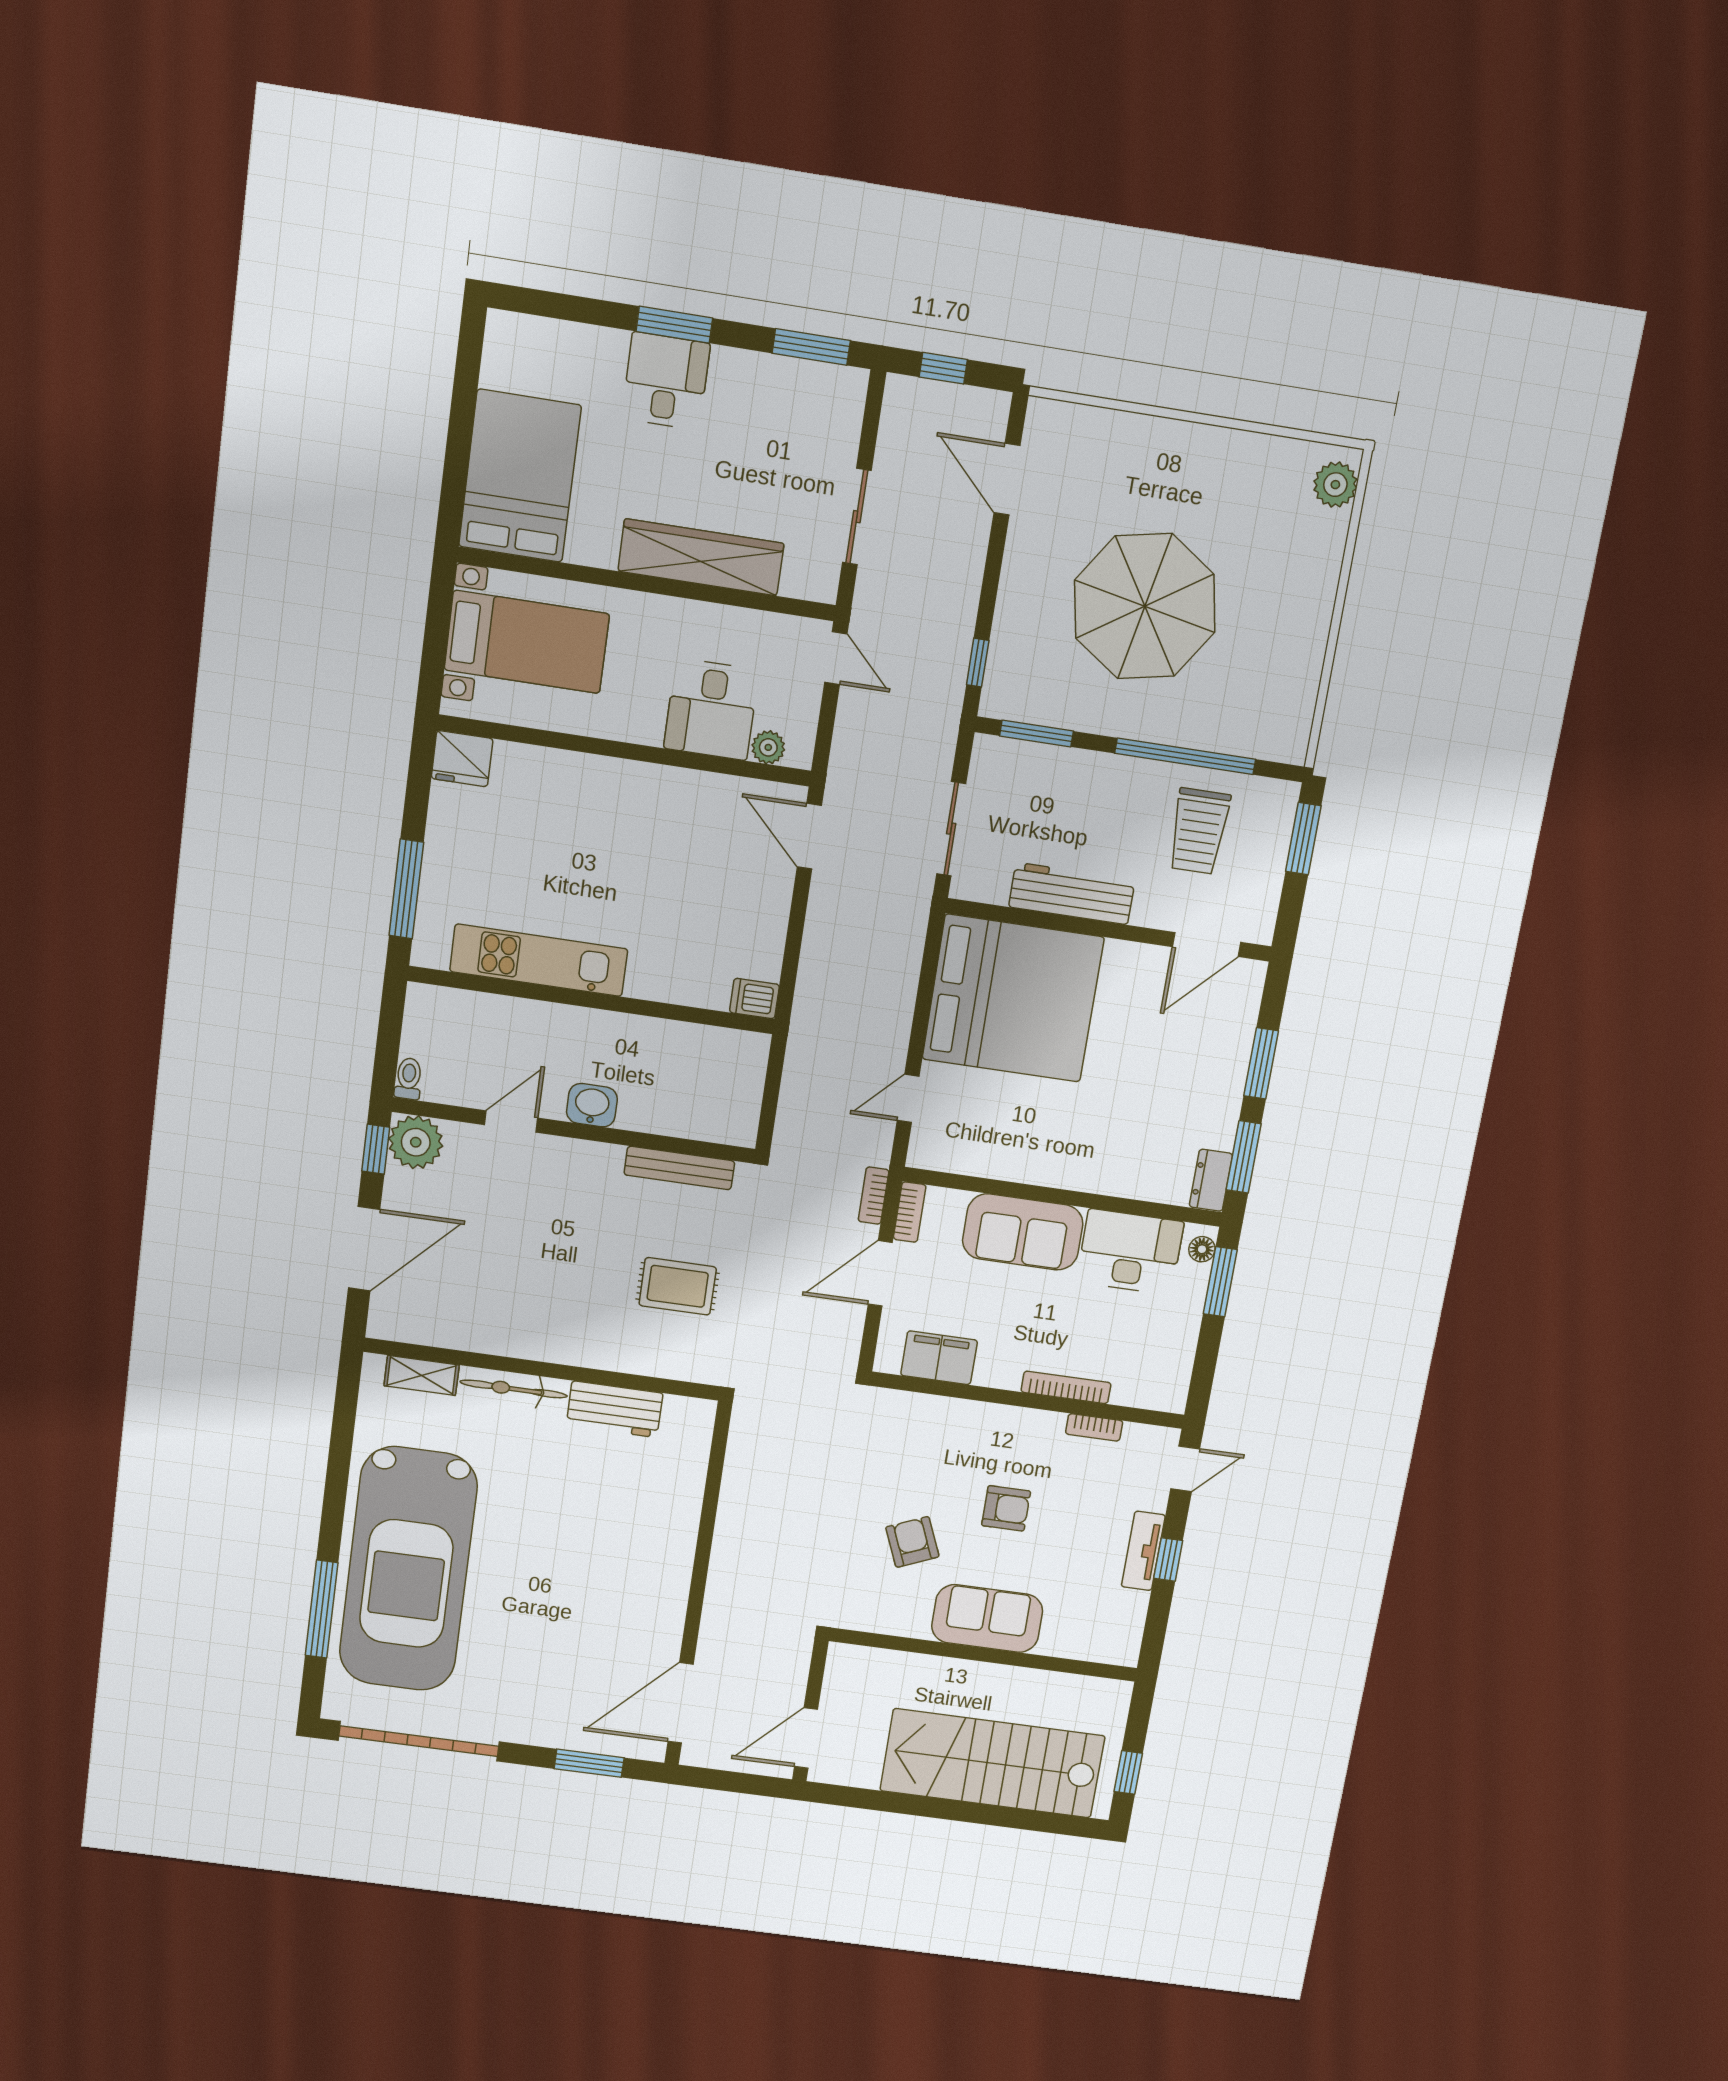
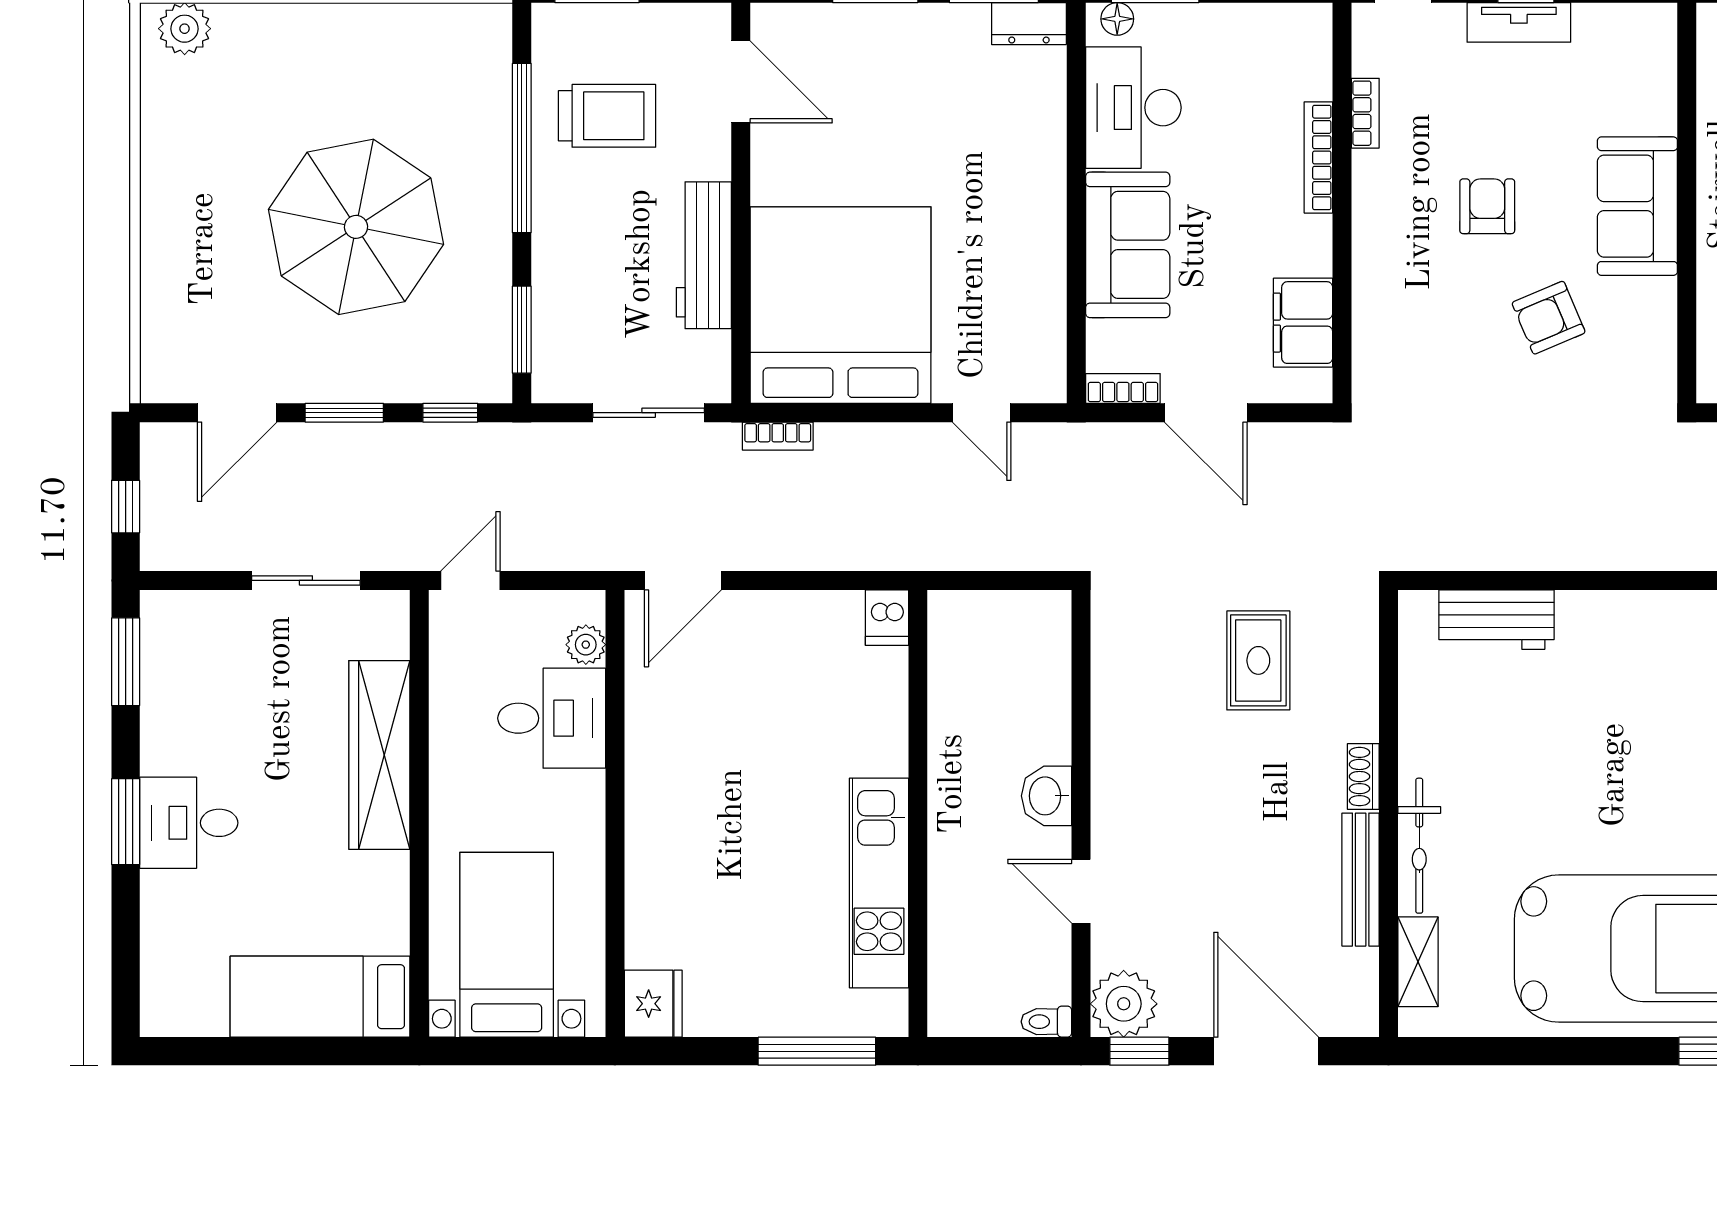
bed: (520, 476) -> (320, 997), width x0.67
window: (992, 572) -> (344, 413), added
bench: (679, 1168) -> (1361, 880), moved
bookcase: (874, 1196) -> (778, 436), moved
shoe rack: (574, 1354) -> (1363, 777), added
workbench: (615, 1409) -> (1497, 620), moved, turned 90

